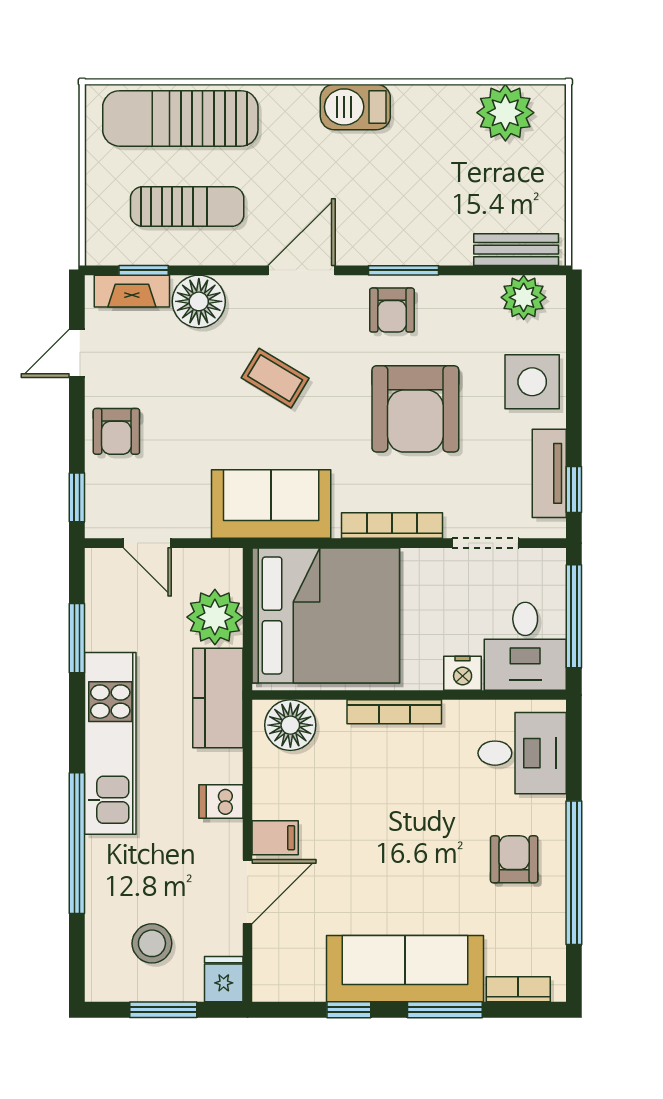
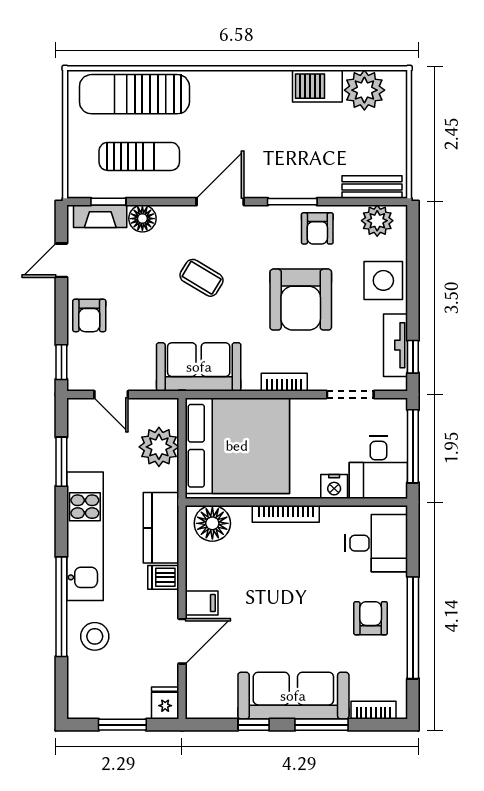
barbecue: (355, 107) -> (317, 86), moved
floor lamp: (199, 301) -> (142, 219), width x0.73, depth x0.73
armchair: (392, 310) -> (317, 228), moved
bookcase: (392, 526) -> (284, 382), width x0.64
kitchen counter: (218, 698) -> (161, 528), moved
stool: (152, 943) -> (95, 636), moved

